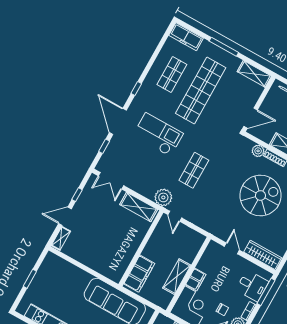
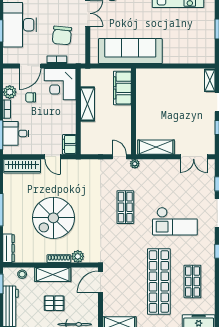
double door: (111, 181) -> (194, 157), swing flipped
plant: (163, 197) -> (135, 164), width x0.53, depth x0.53
filing cabinet: (196, 280) -> (69, 144), moved

